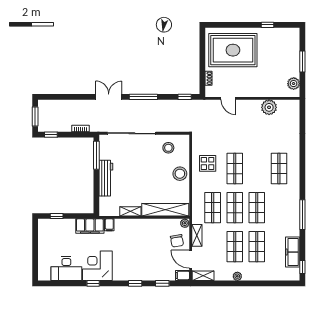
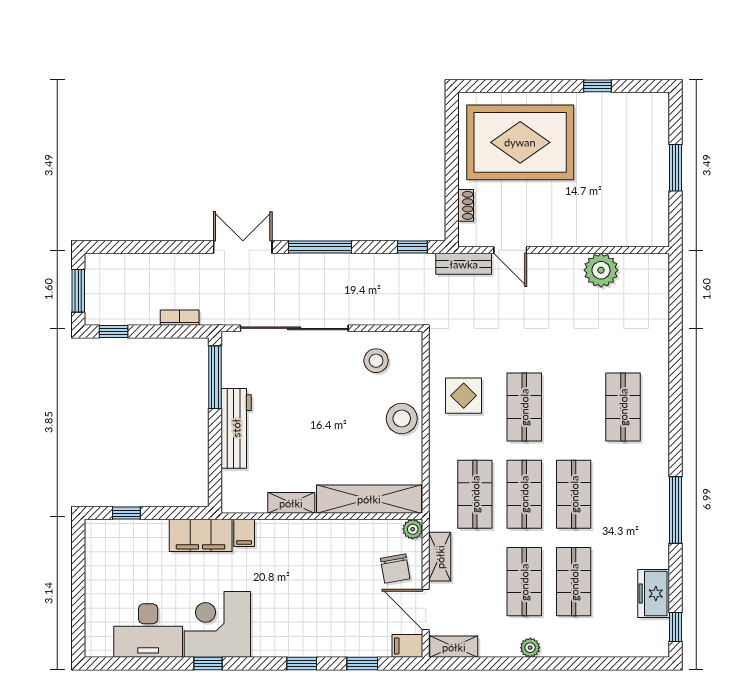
plant: (294, 84) -> (656, 217), removed
bench: (208, 104) -> (464, 264), added
freezer: (293, 252) -> (654, 594), width x0.71

